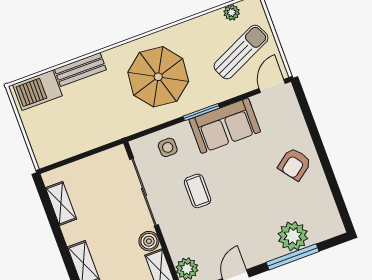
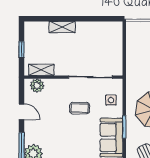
shelving: (61, 203) -> (101, 27), removed
boiler: (149, 241) -> (61, 69), removed

